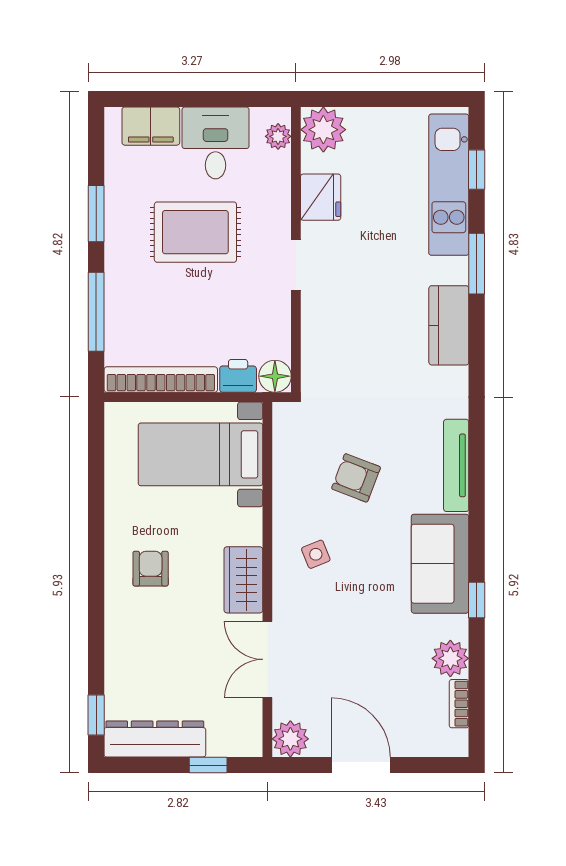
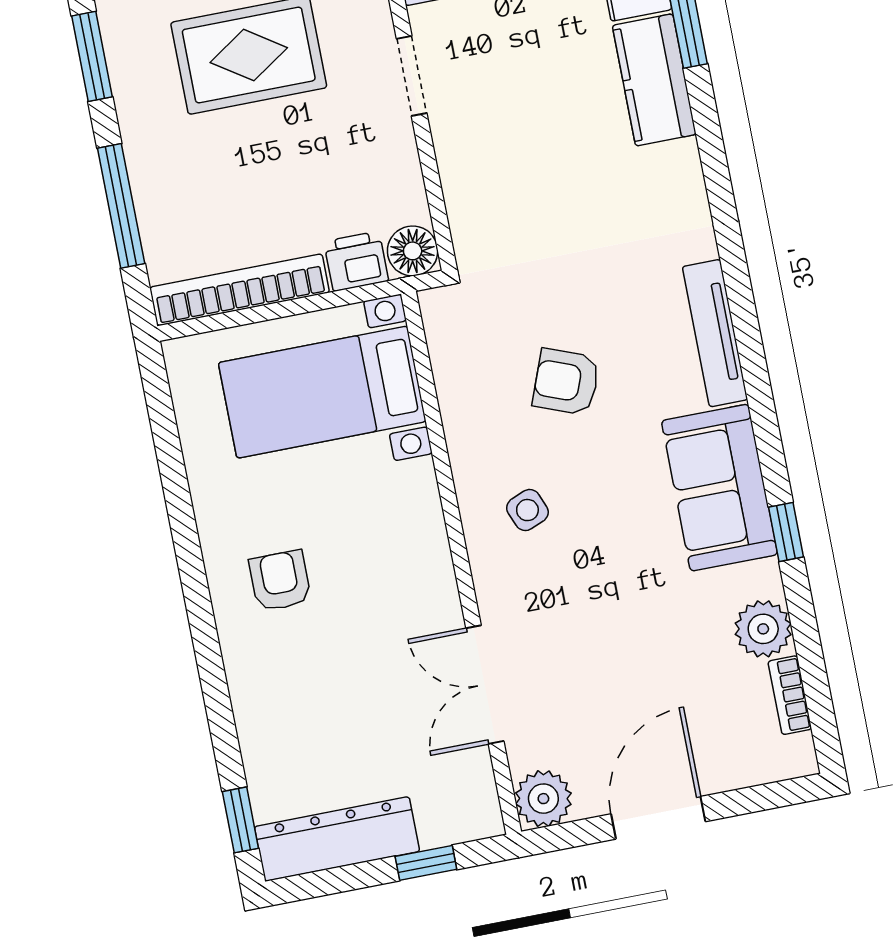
kitchen counter: (449, 325) -> (654, 80), moved
wardrobe: (243, 580) -> (425, 570), removed
door: (361, 765) -> (658, 818), hinge flipped

